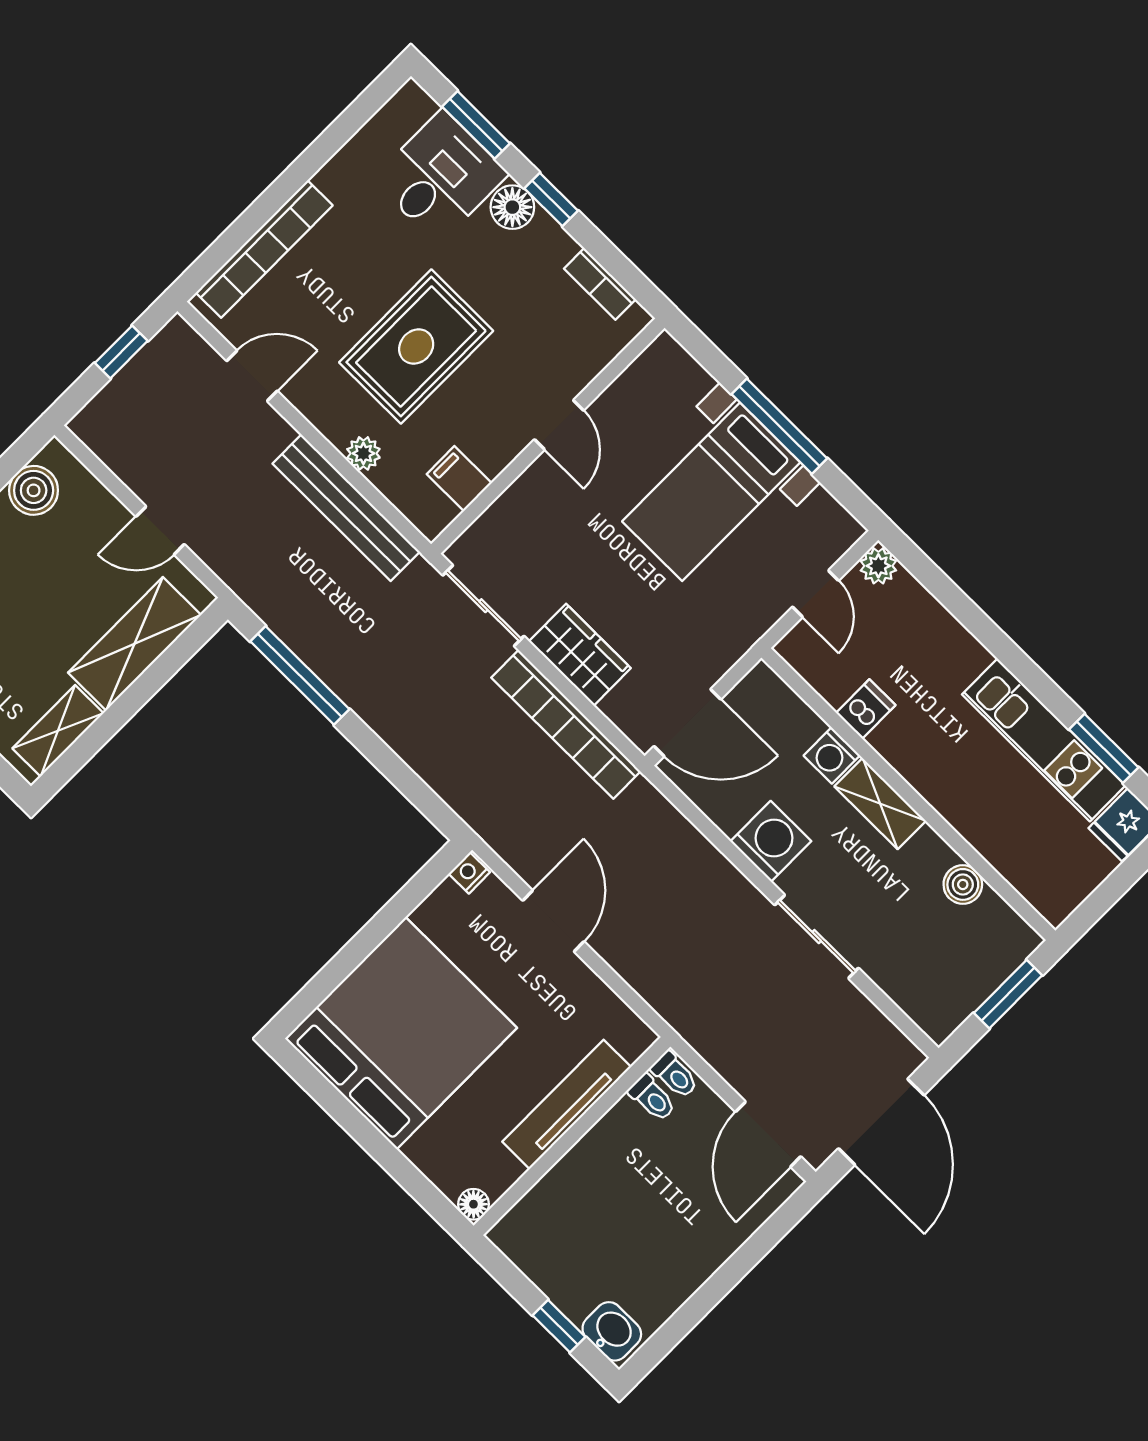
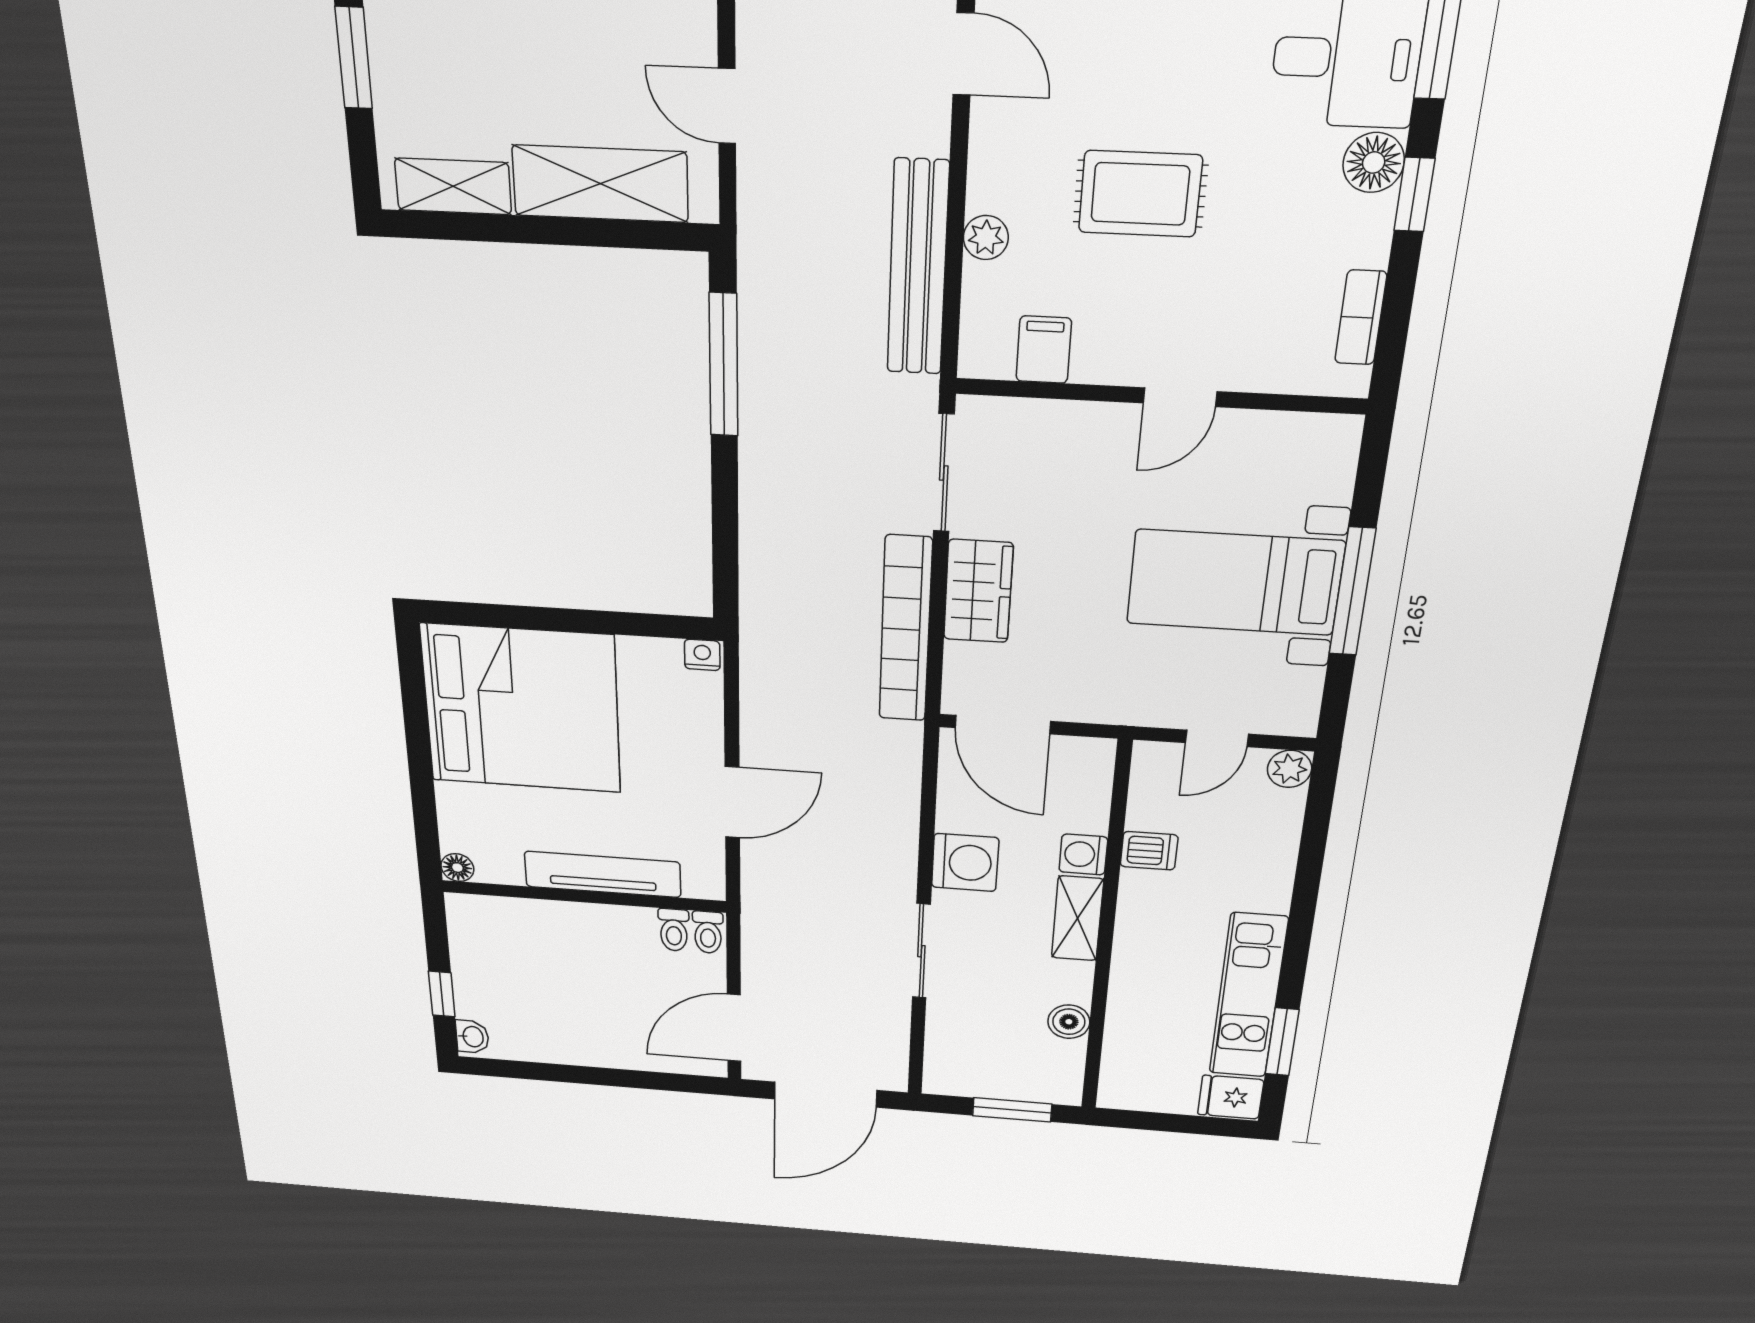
rug: (416, 347) -> (1140, 194), width x0.73, depth x0.70
door: (553, 921) -> (732, 802), moved
washbasin: (612, 1331) -> (472, 1037), width x0.72, depth x0.69

